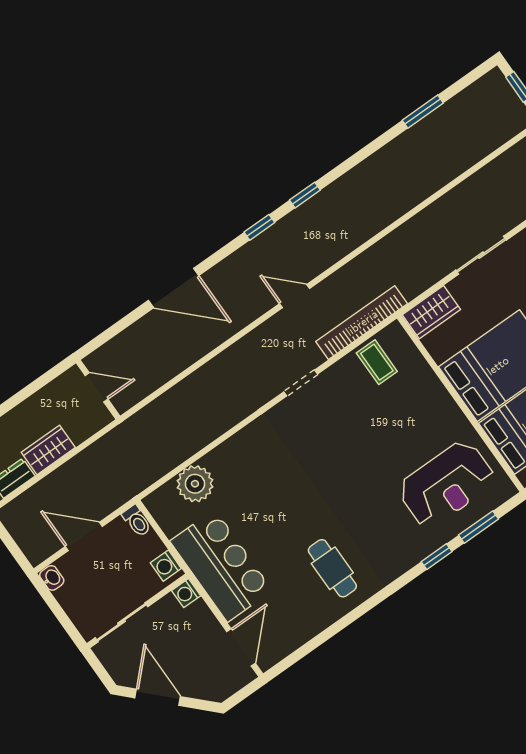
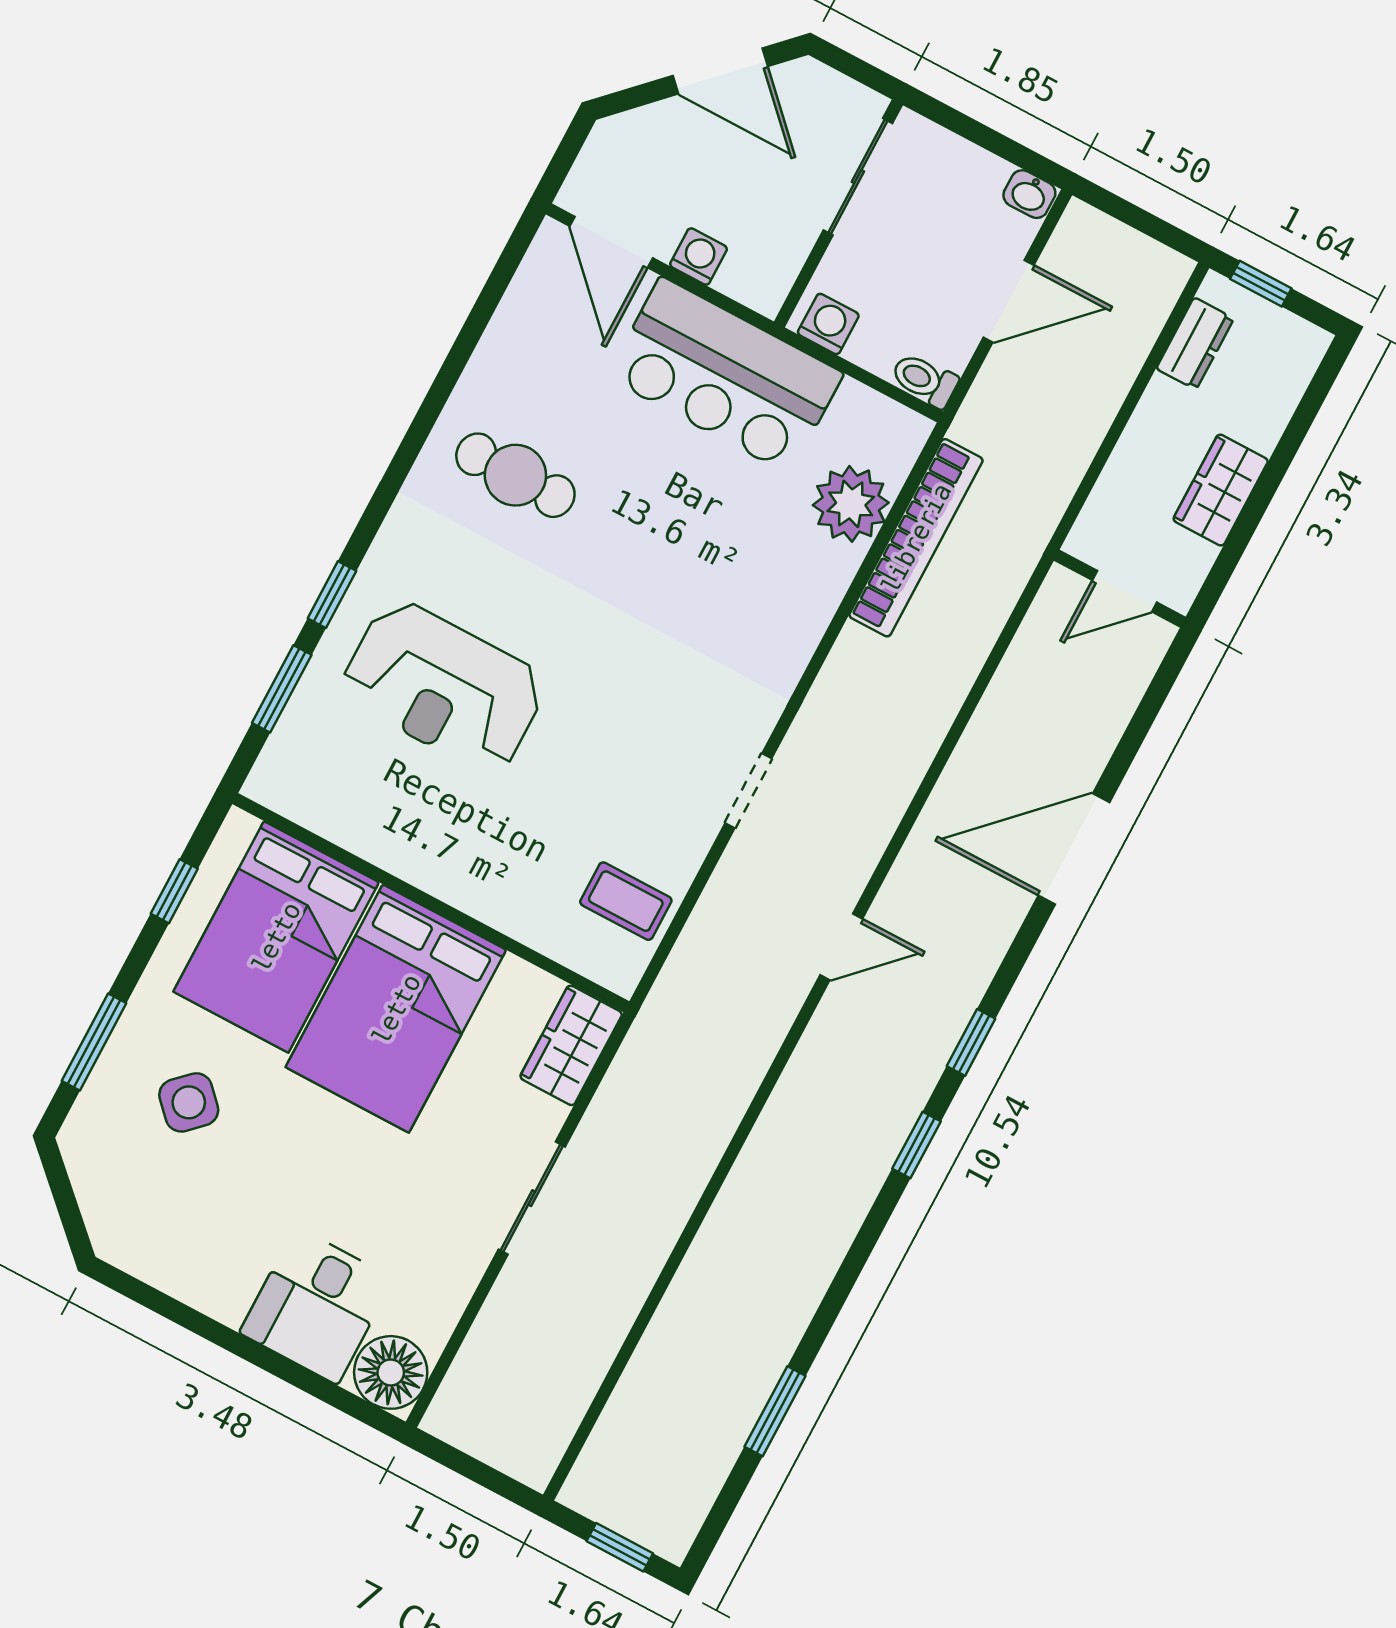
bookcase: (362, 323) -> (916, 538), moved
wardrobe: (48, 450) -> (1221, 490), moved, turned 180
reception desk: (446, 484) -> (444, 687), moved, turned -90
washing machine: (186, 593) -> (698, 257), moved

